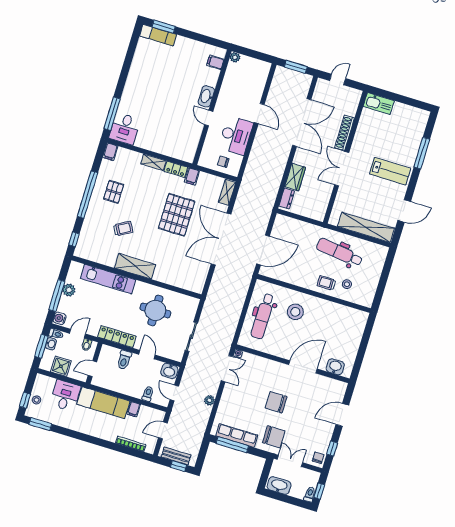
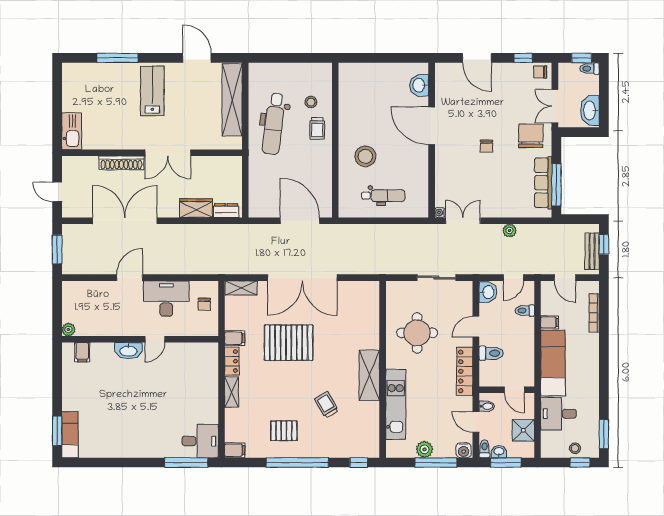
dental chair: (263, 316) -> (383, 196), width x0.73, depth x0.72
chair: (276, 402) -> (486, 146), width x0.54, depth x0.54

